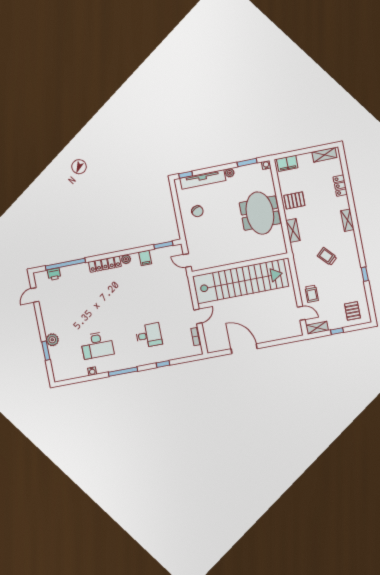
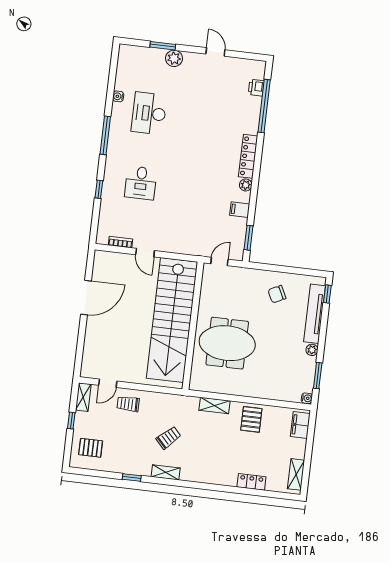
meeting table: (260, 213) -> (227, 343), moved
shelving: (347, 220) -> (166, 472), moved
door: (35, 295) -> (215, 52), moved

